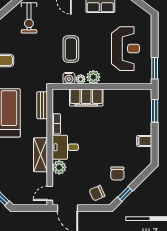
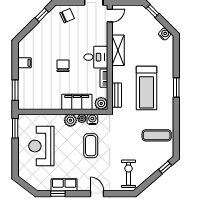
plant: (59, 167) -> (101, 103), moved
chair: (117, 173) -> (63, 66), moved

